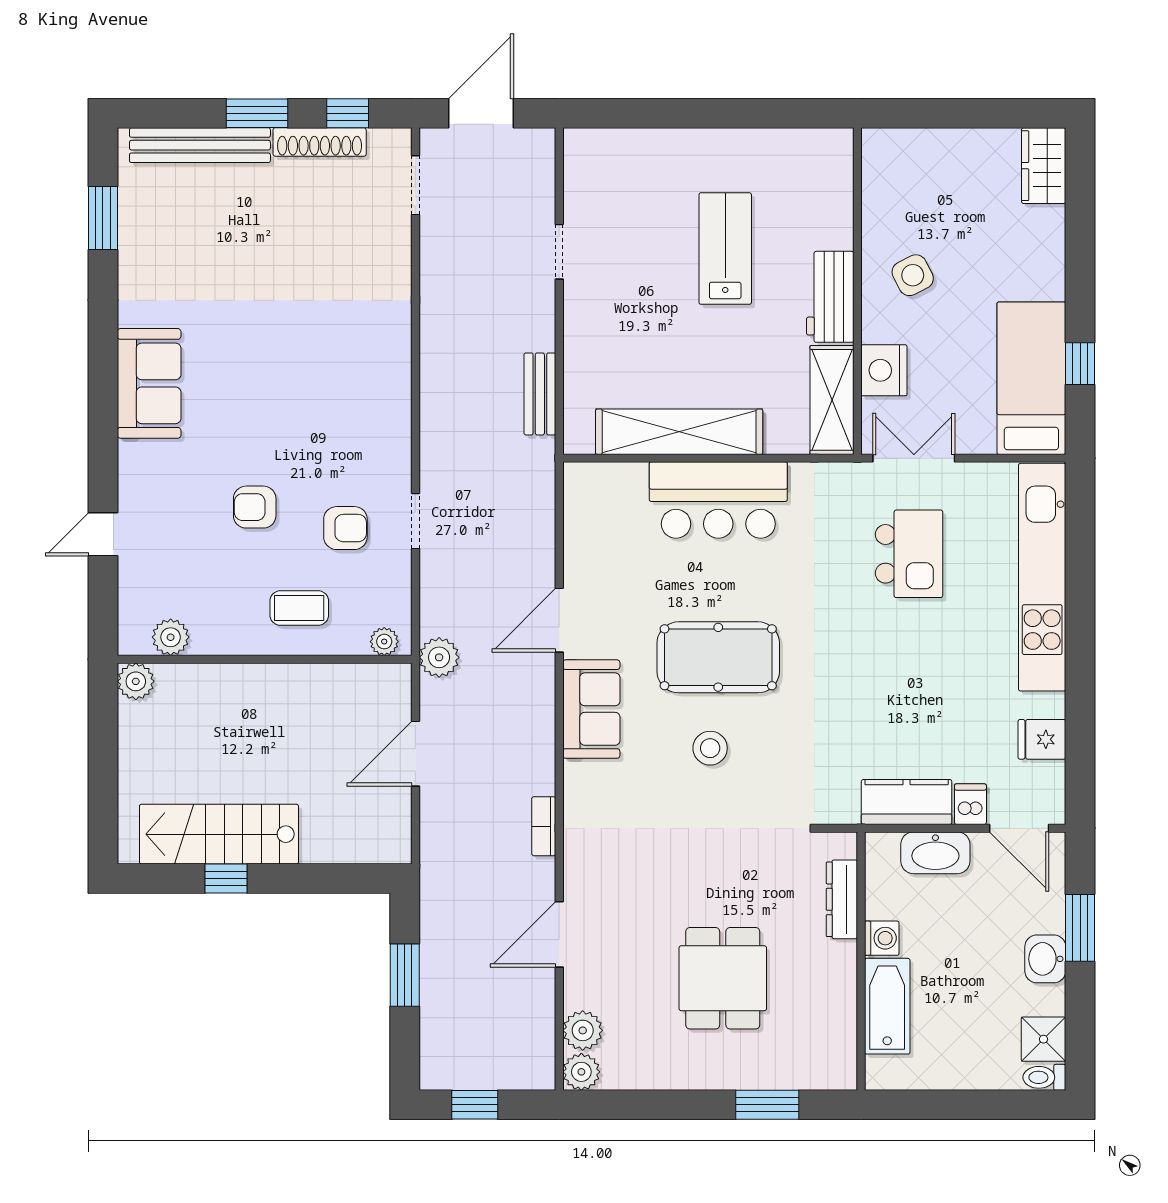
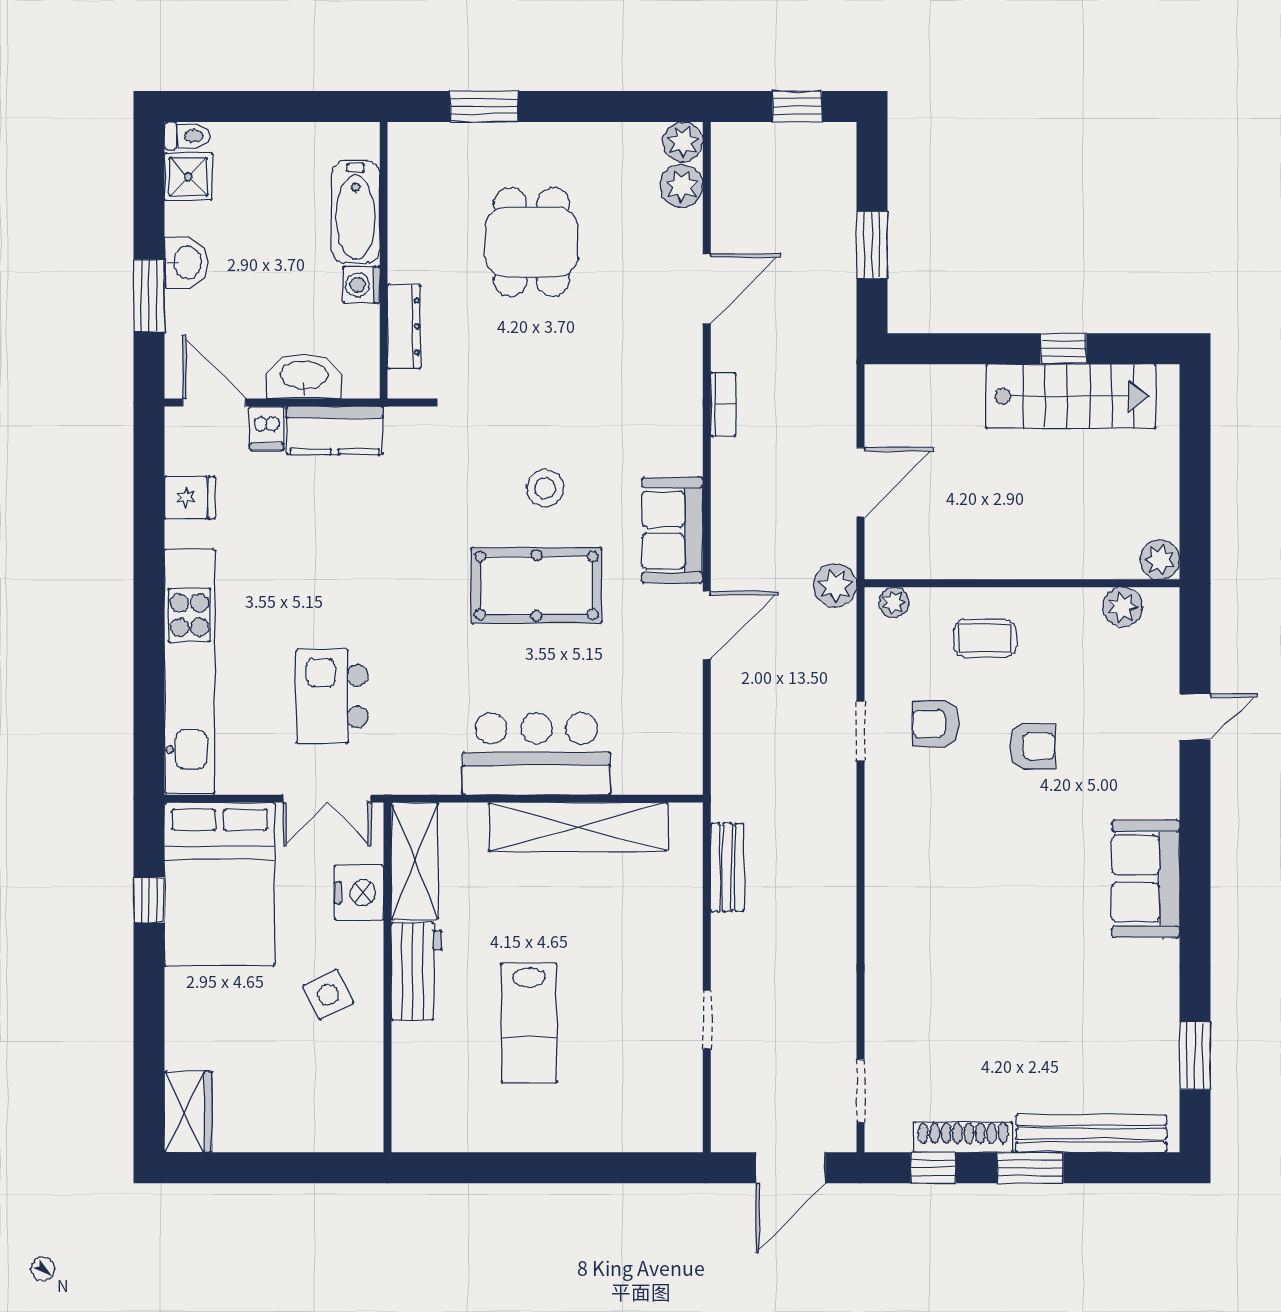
bed: (1031, 378) -> (220, 884), width x1.50

